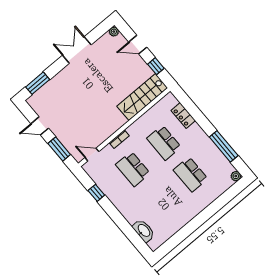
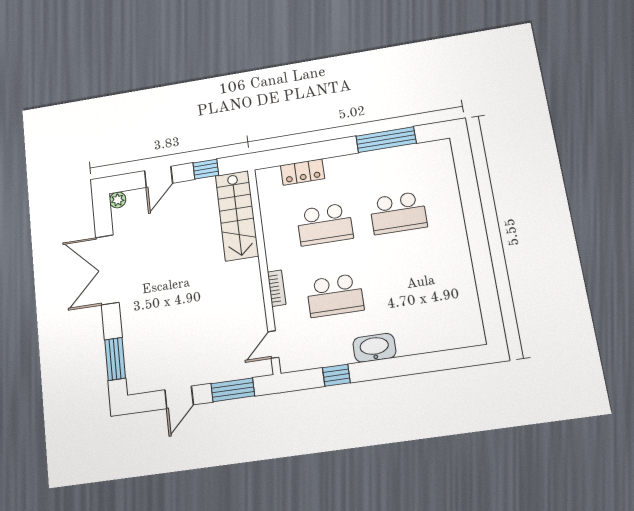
double door: (77, 50) -> (107, 270), width x1.37
plant: (236, 176) -> (443, 147), removed
washbasin: (144, 231) -> (374, 348), moved

